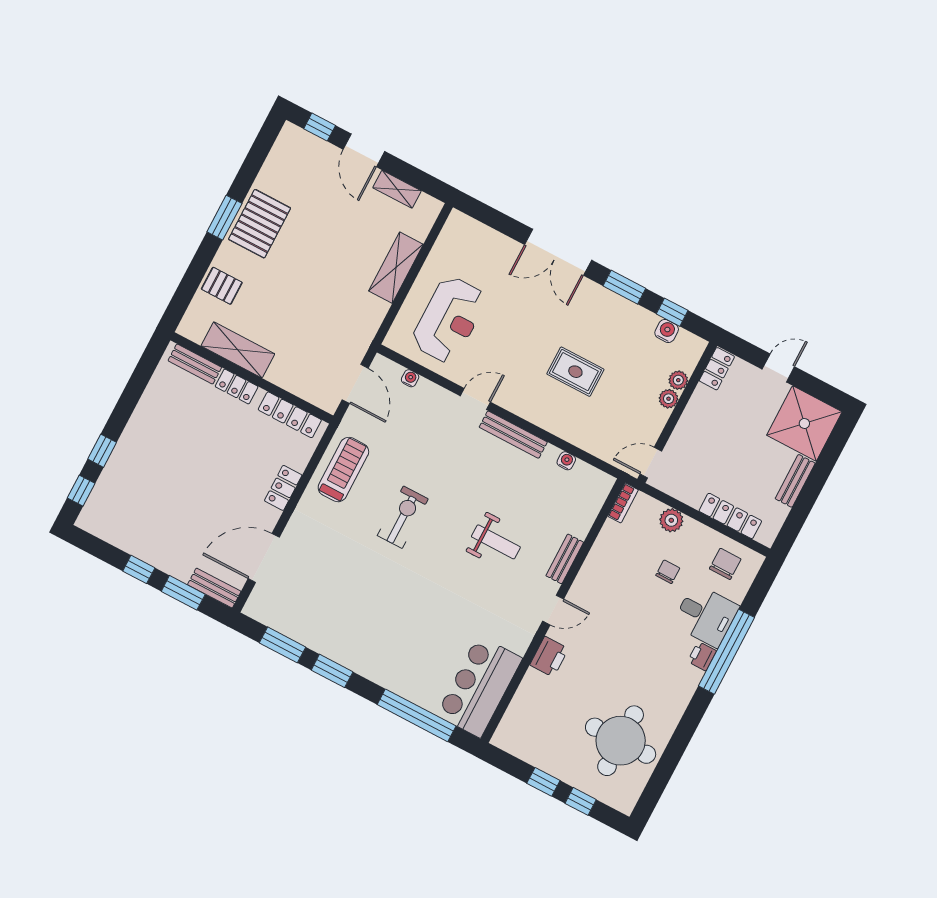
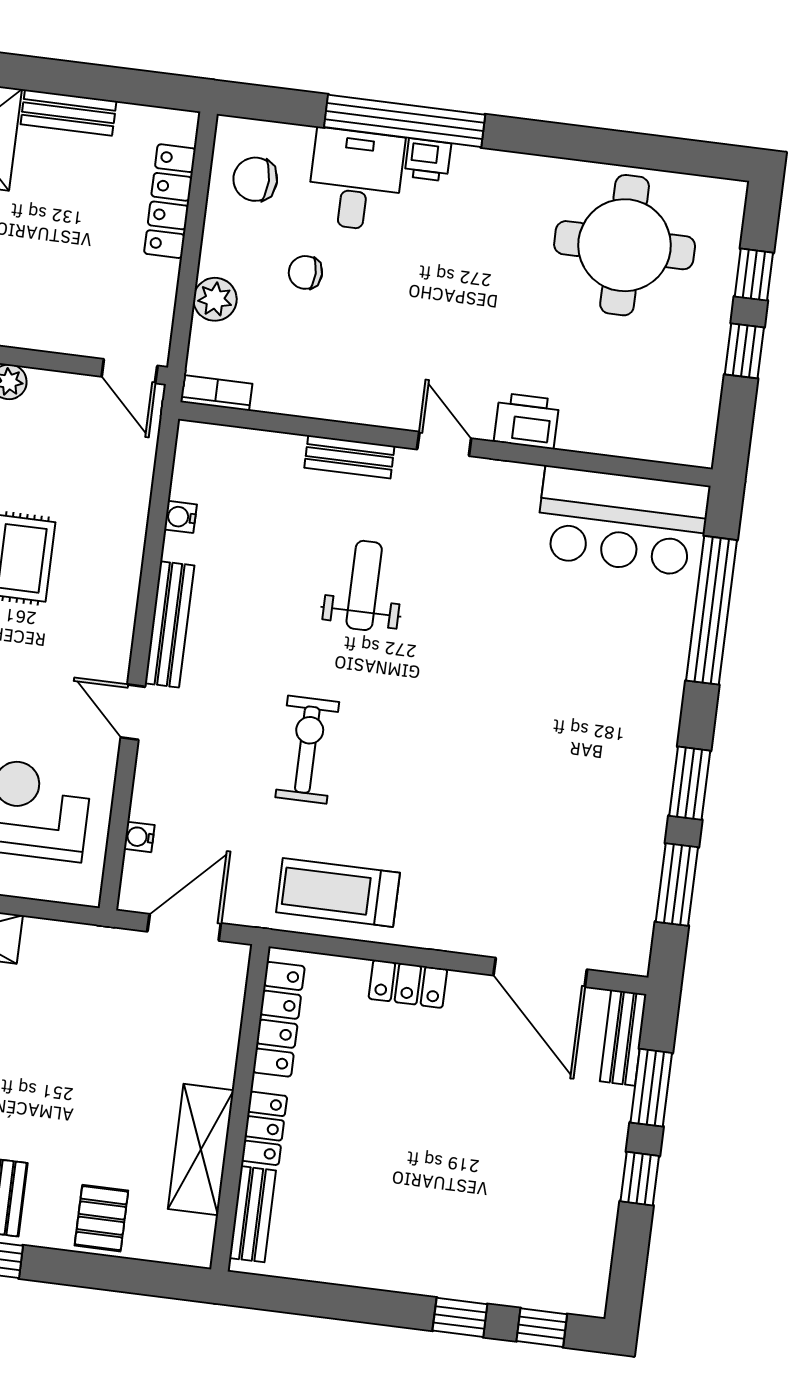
exercise bike: (403, 517) -> (307, 750), moved, turned 90

